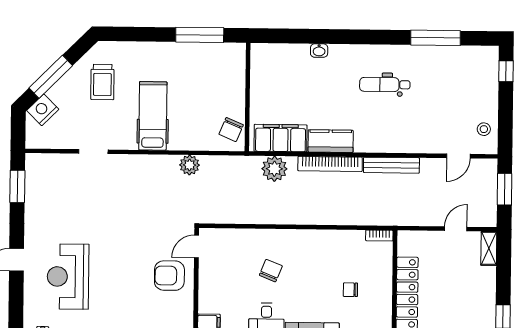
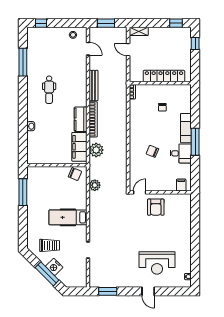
nightstand: (43, 110) -> (54, 267), moved
plant: (190, 165) -> (95, 185), moved
door: (197, 246) -> (140, 192), swing flipped

